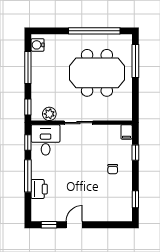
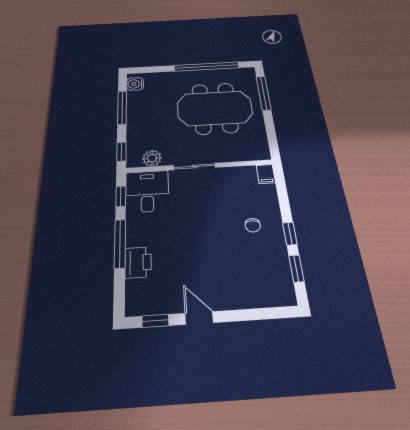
window: (135, 153) -> (290, 234), moved
door: (74, 225) -> (199, 318), hinge flipped

